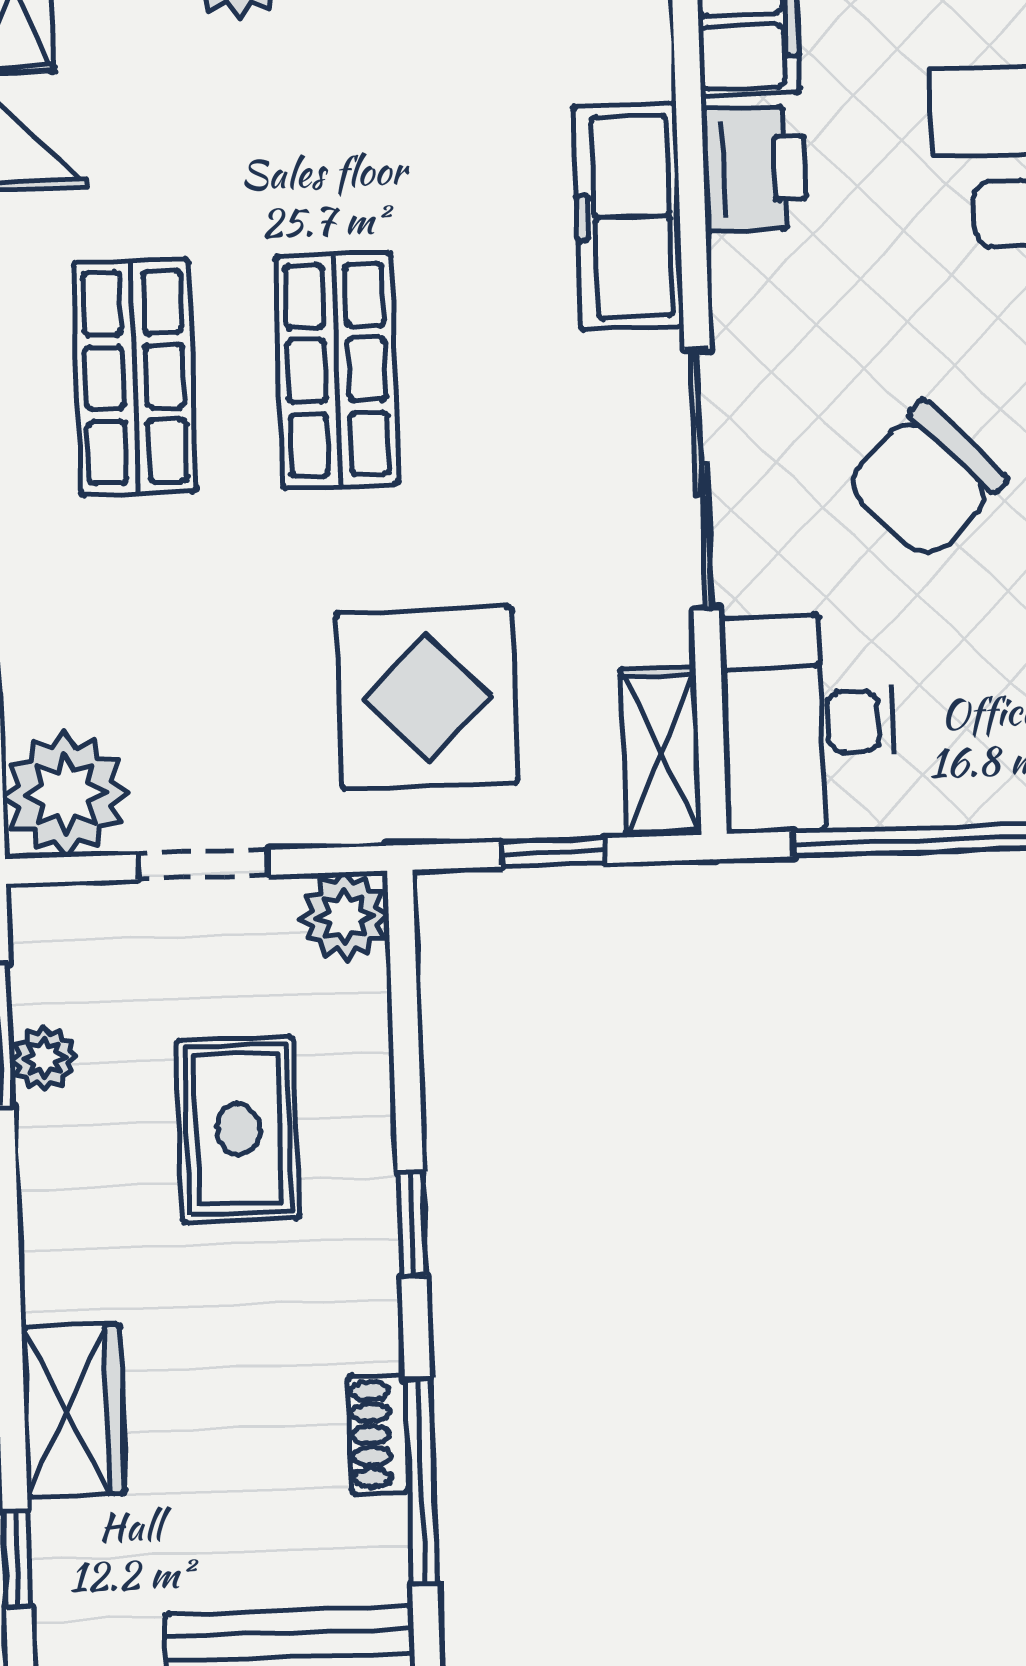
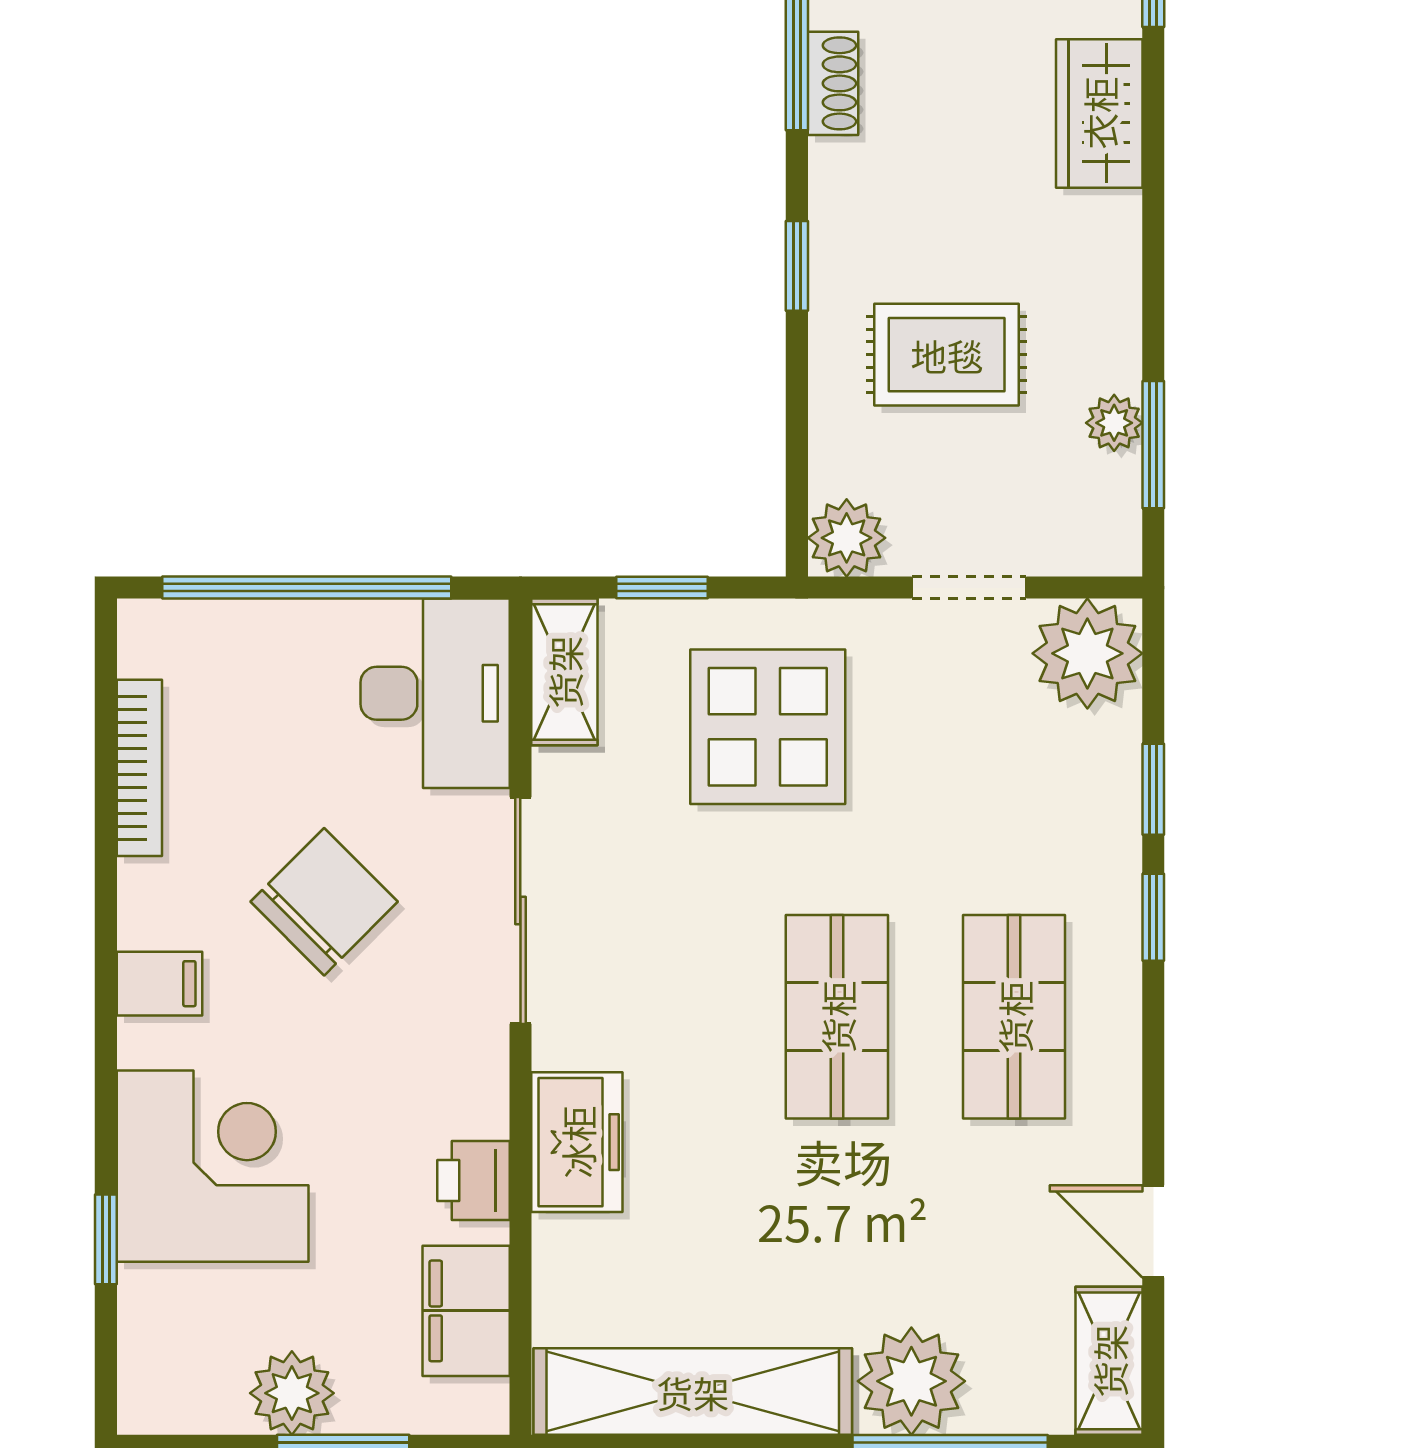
printer: (754, 169) -> (474, 1180), width x0.73, depth x0.81
freezer: (628, 217) -> (577, 1142), width x0.71
rug: (238, 1129) -> (947, 355), turned 90

